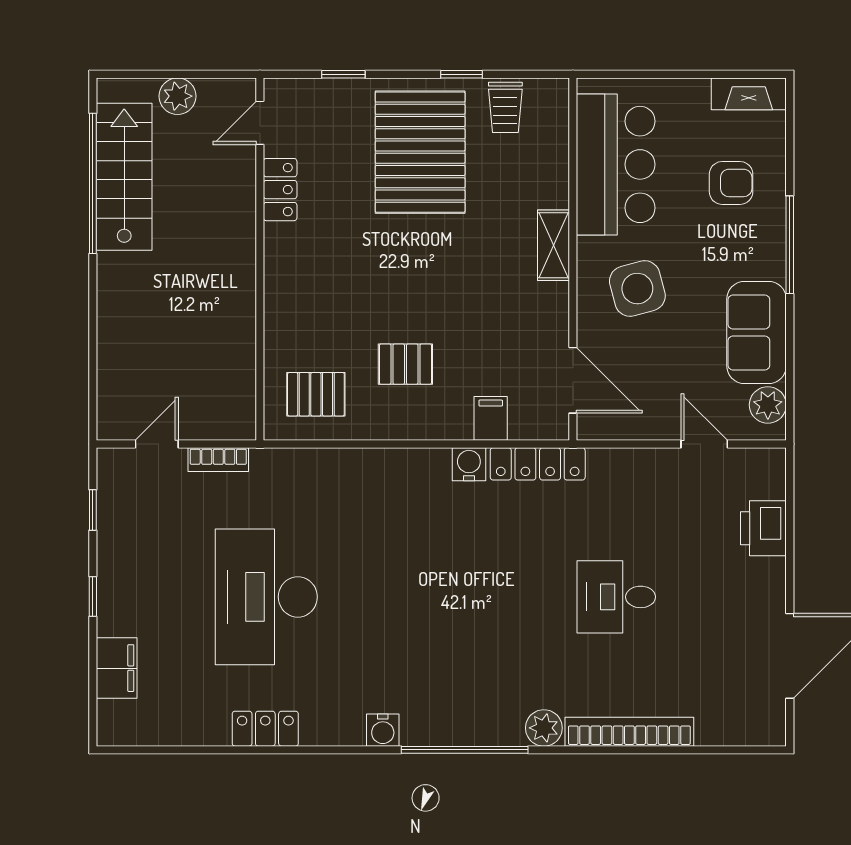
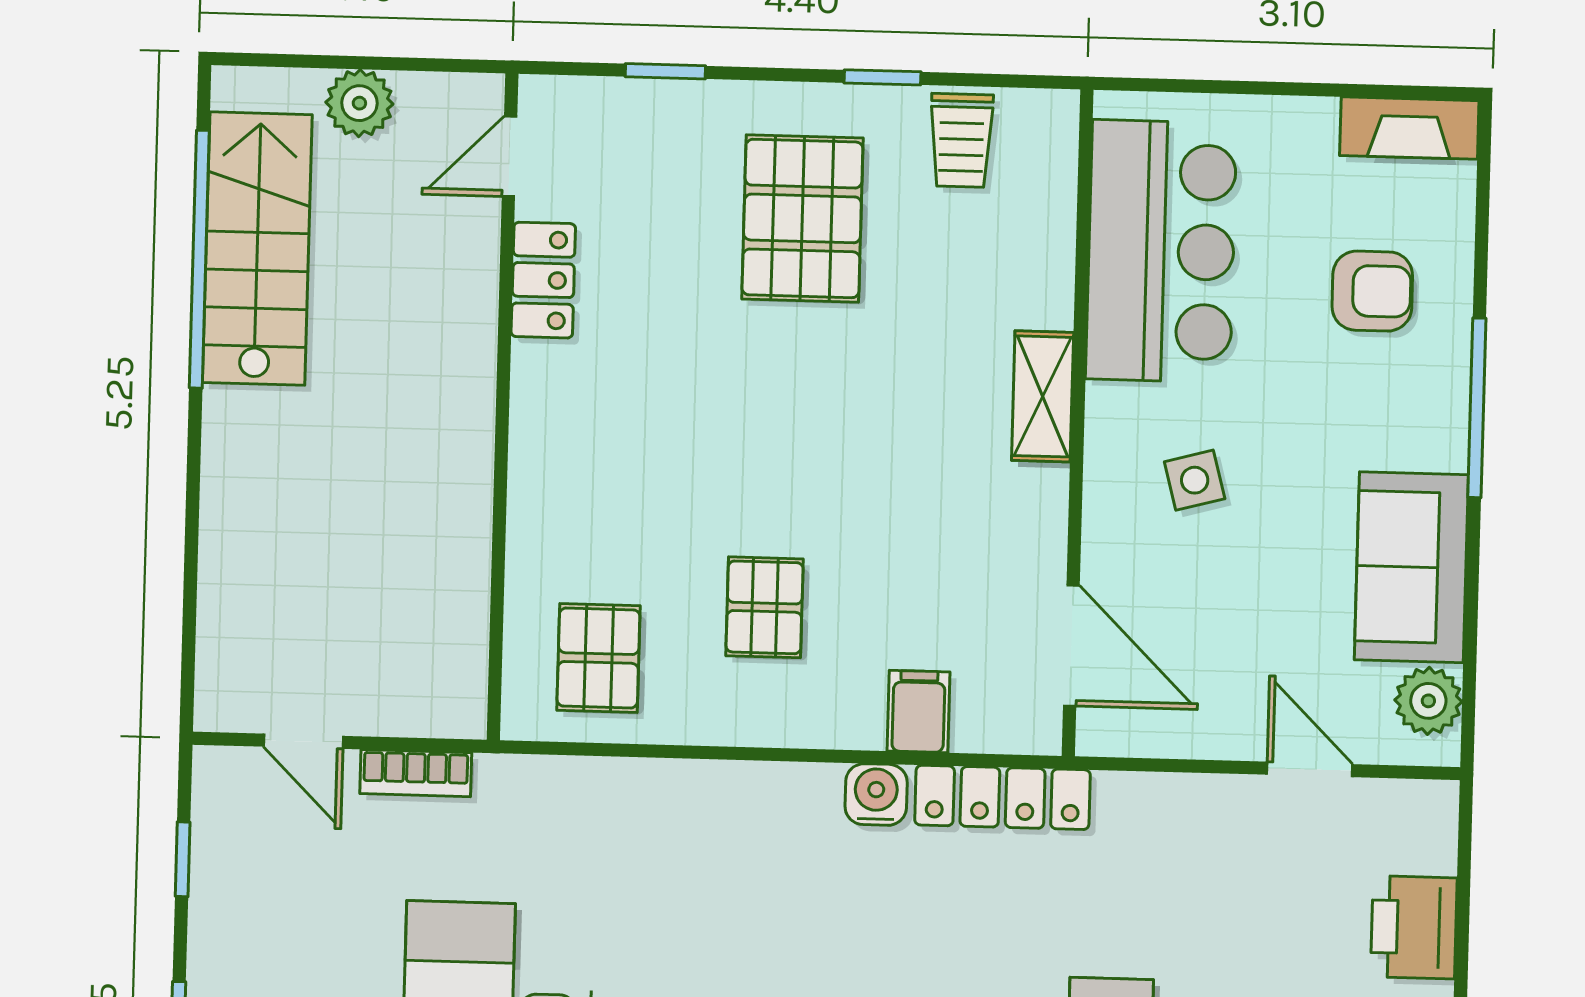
pallet: (420, 152) -> (802, 218), width x0.73, depth x0.71
side table: (637, 289) -> (1195, 480), width x0.54, depth x0.54
pallet: (405, 364) -> (765, 607), turned 90
pallet: (316, 394) -> (598, 658), turned 90
door: (157, 444) -> (303, 741), swing flipped

